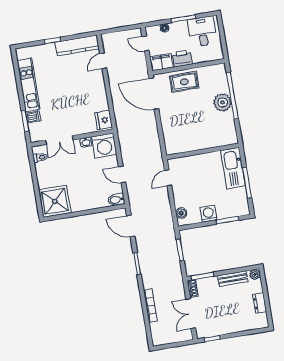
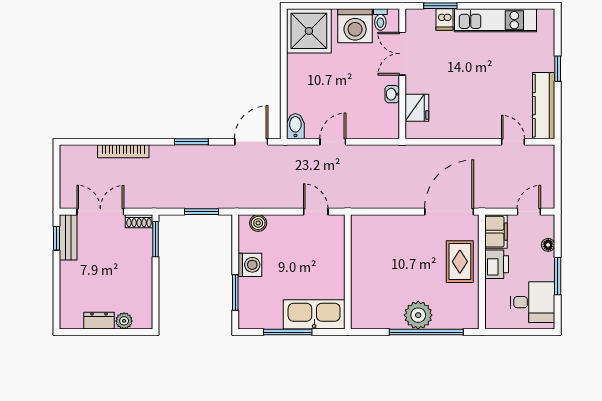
fridge: (104, 120) -> (417, 108), moved, turned 90
washing machine: (104, 146) -> (355, 26), moved, turned -90
plant: (255, 274) -> (124, 321), moved
bench: (233, 278) -> (68, 237), moved

